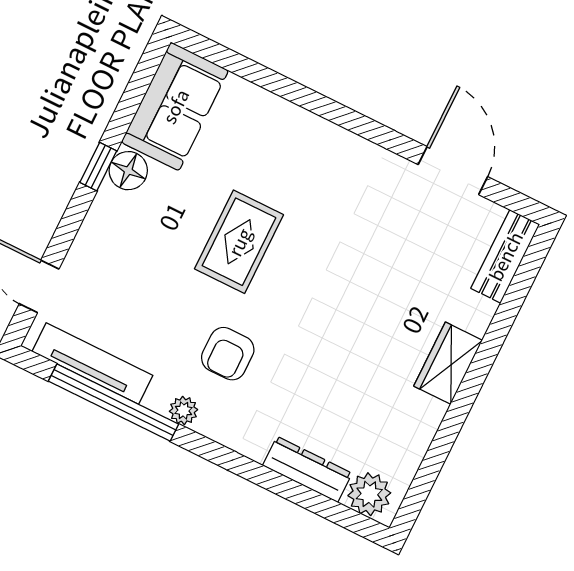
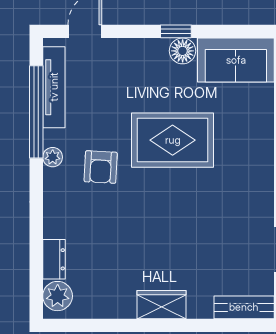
rug: (239, 242) -> (173, 140), width x1.36, depth x1.43
armchair: (228, 354) -> (101, 167), turned -87
dresser: (307, 469) -> (54, 259), width x0.70

